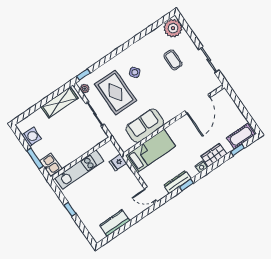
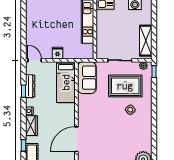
coffee table: (173, 60) -> (120, 143), removed
door: (197, 104) -> (76, 139), hinge flipped
sofa: (145, 126) -> (87, 78), moved
fridge: (118, 162) -> (57, 53), moved
door: (150, 194) -> (35, 60), hinge flipped
kitchen counter: (115, 223) -> (32, 21), removed

